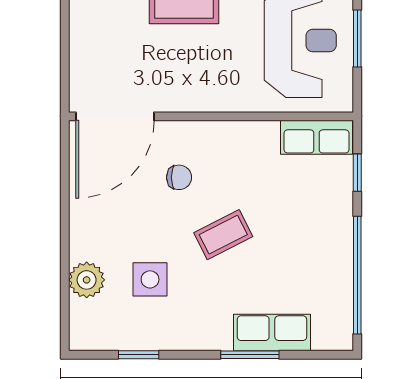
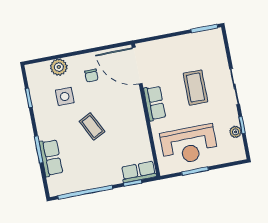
row of seats: (200, 95) -> (155, 103), added
row of seats: (317, 137) -> (139, 172), moved, turned 90
chair: (179, 177) -> (91, 76), moved

